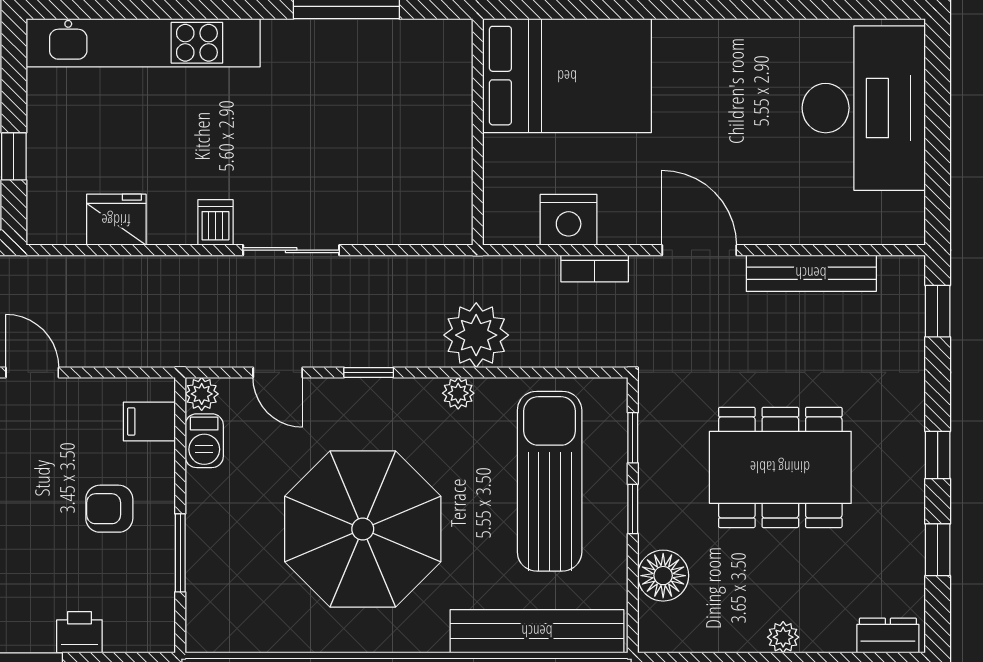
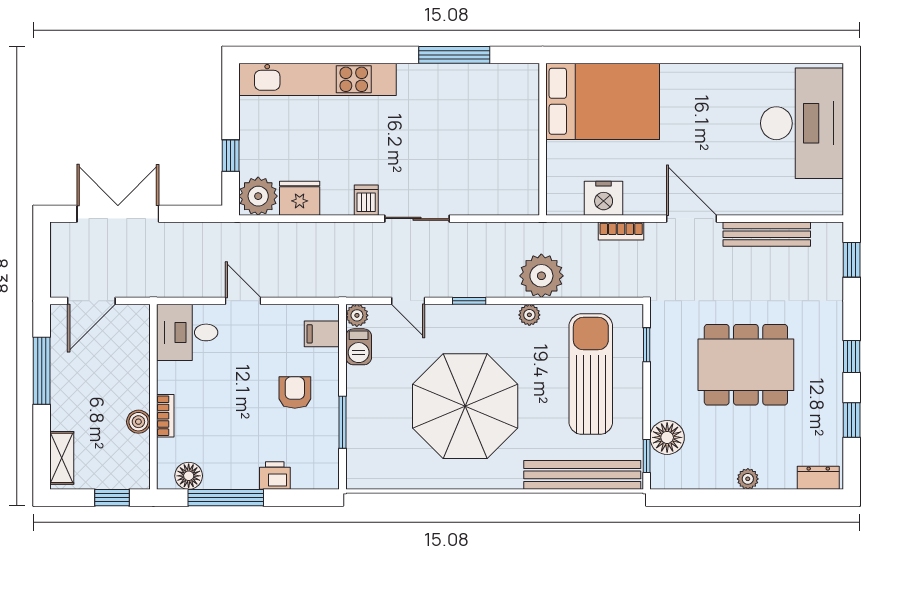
plant: (55, 217) -> (258, 196), added
armchair: (109, 509) -> (295, 393), turned 90
window: (633, 509) -> (647, 456), moved

